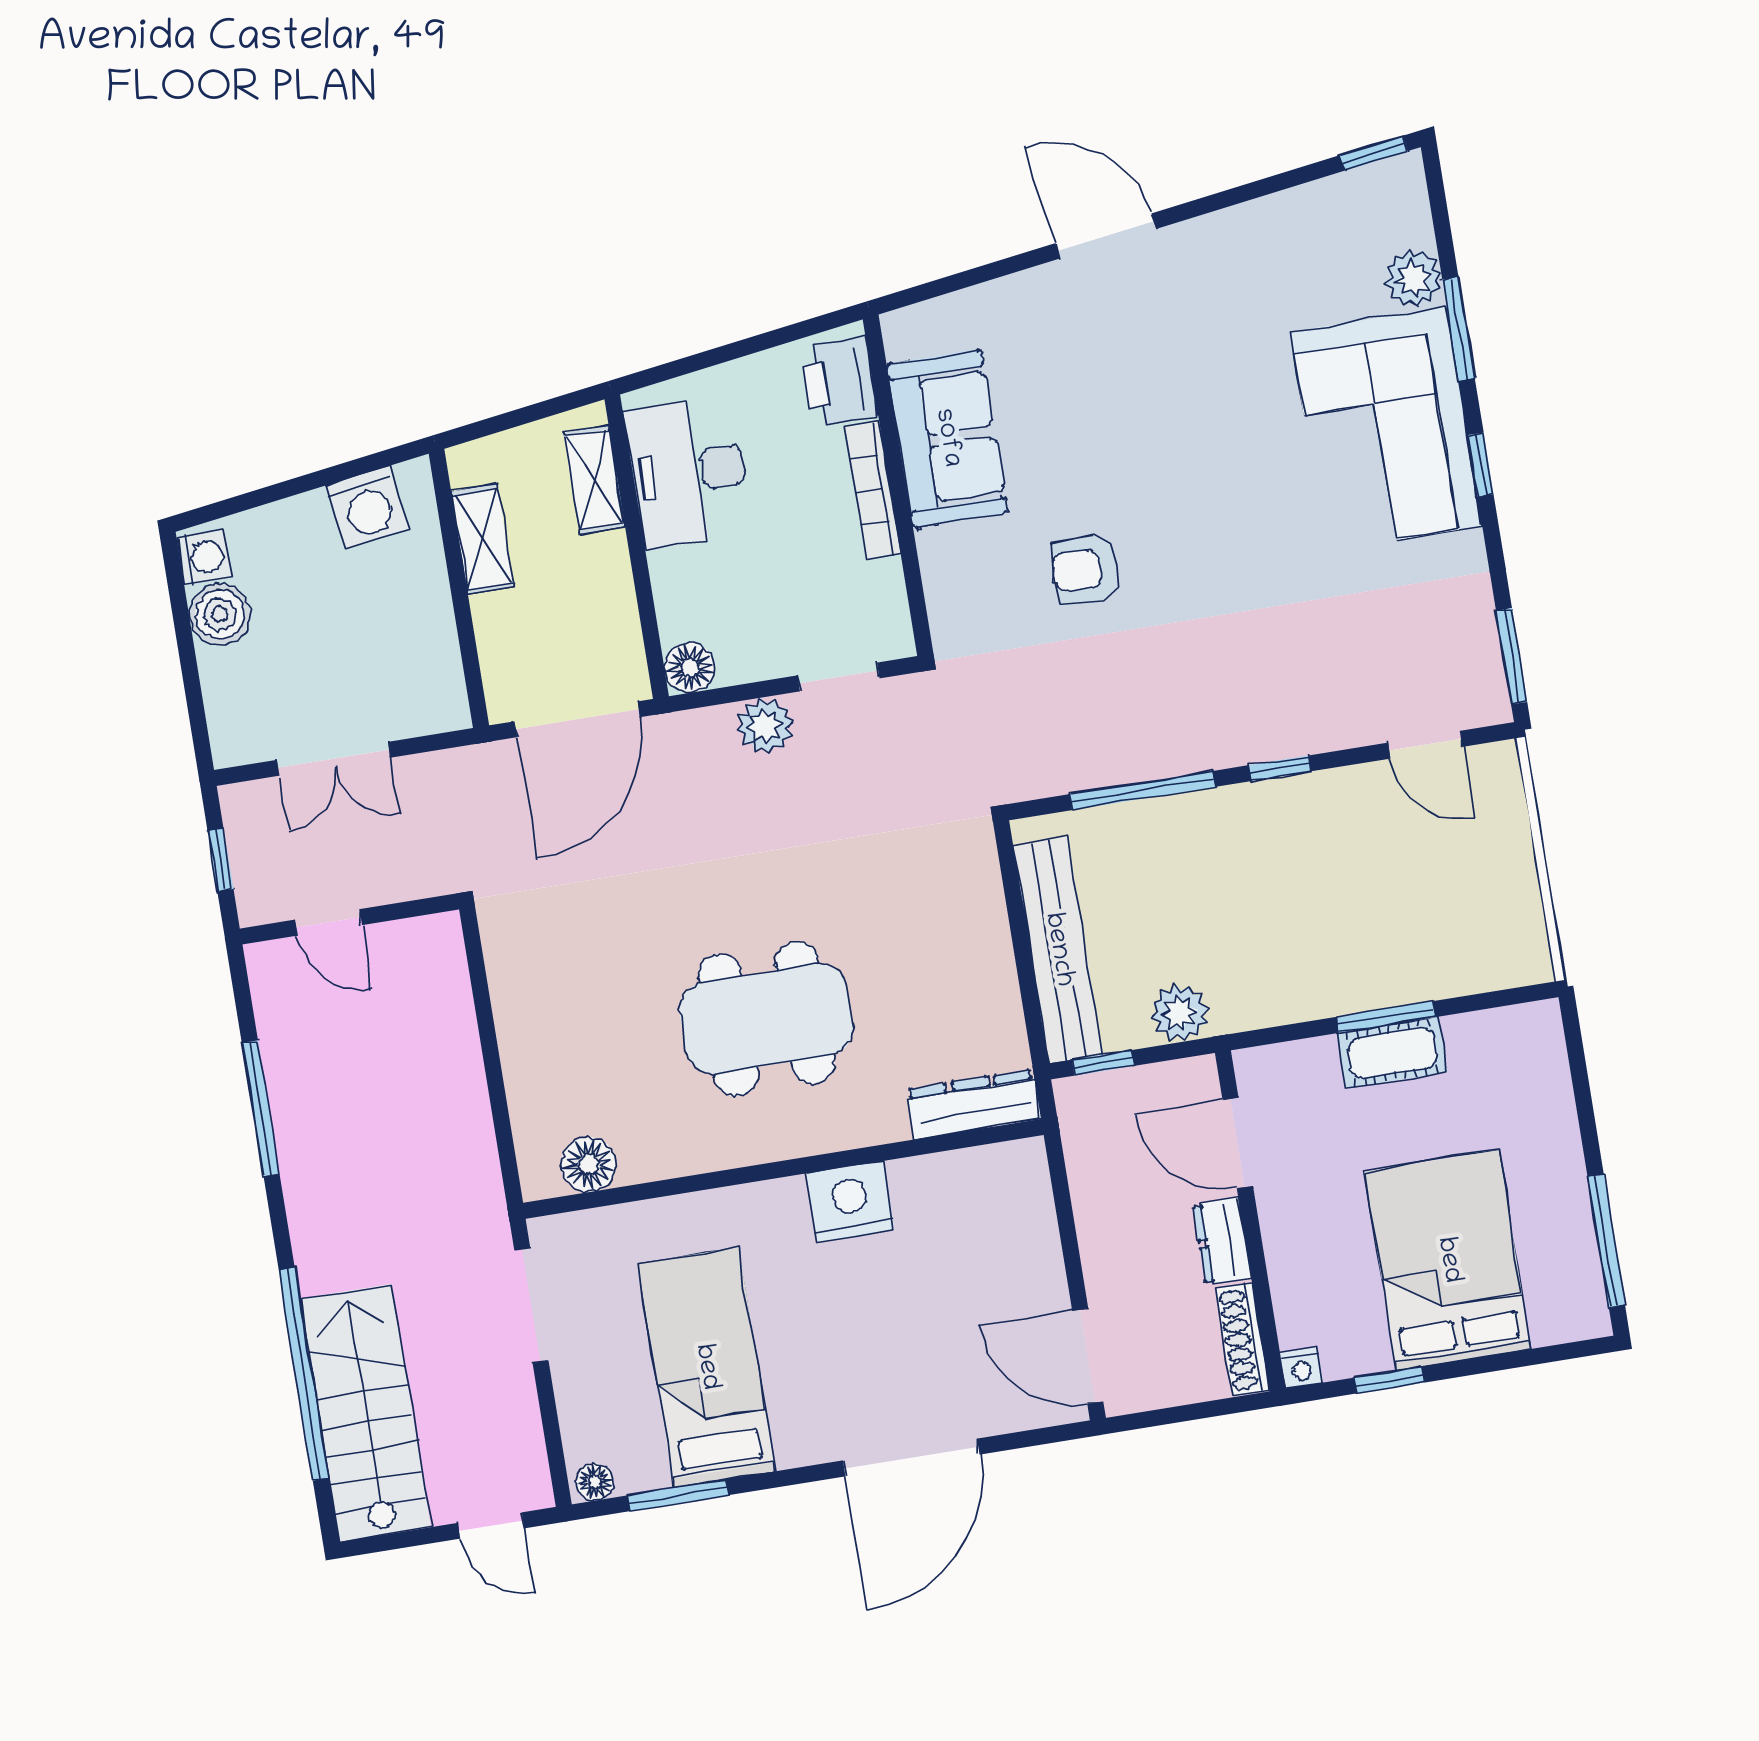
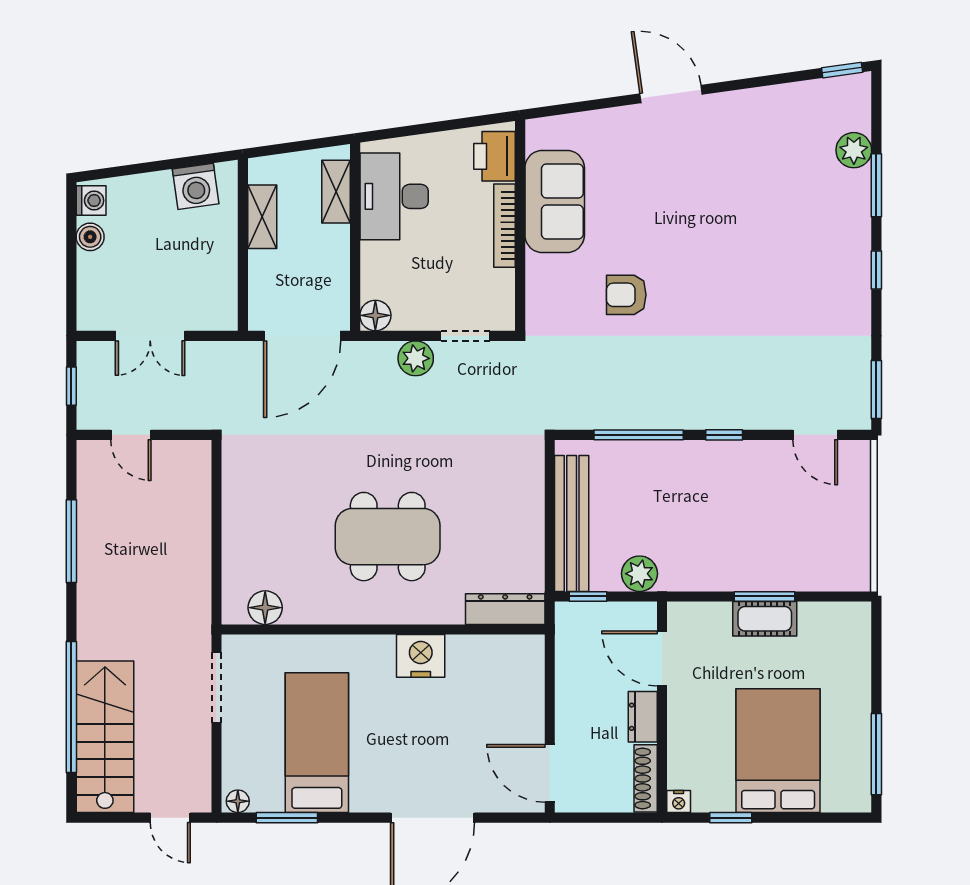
corner sofa: (1386, 429) -> (823, 239), removed
boiler: (220, 614) -> (90, 237), width x0.73, depth x0.73

